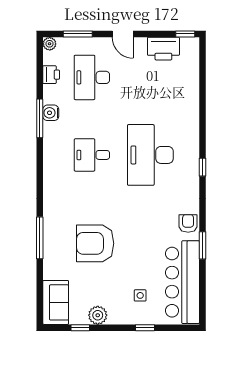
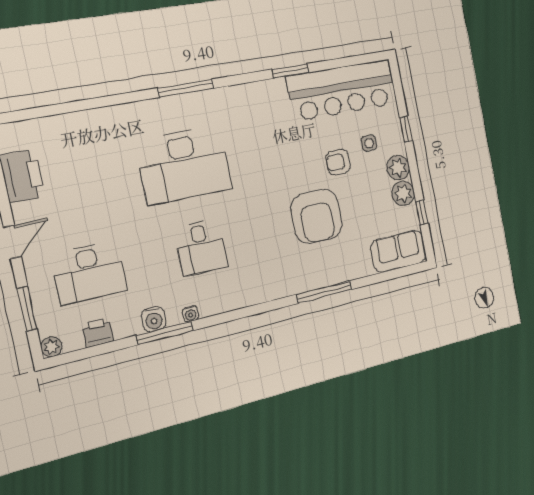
water cooler: (48, 138) -> (190, 314), added
window: (203, 167) -> (186, 88), width x2.17
armchair: (188, 223) -> (338, 162), moved
plant: (118, 315) -> (398, 168), added

